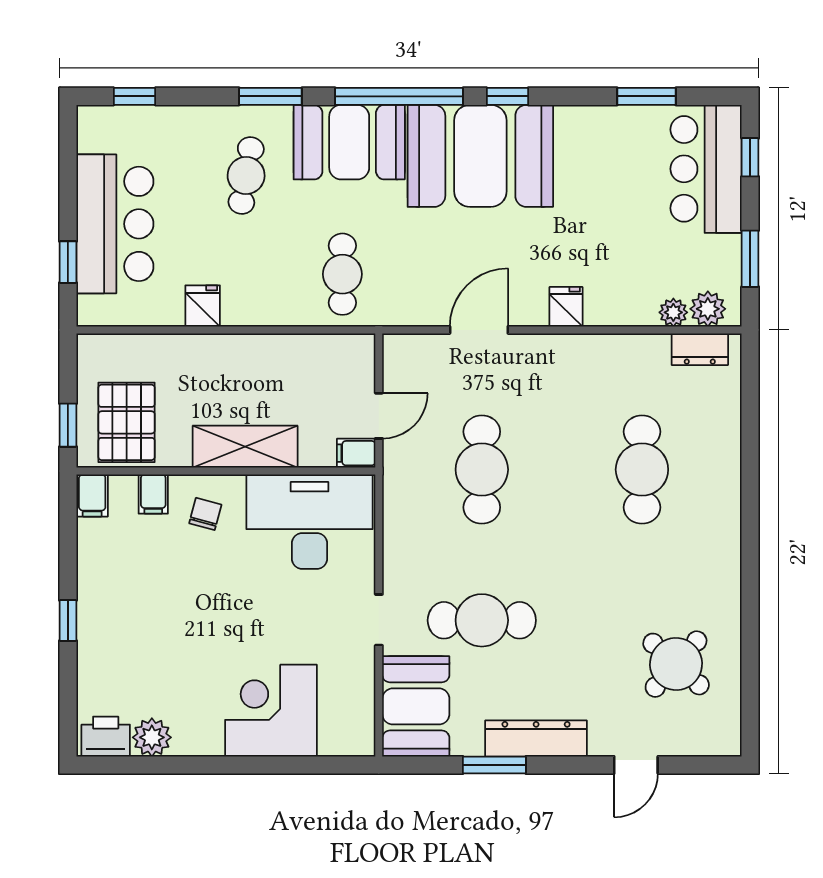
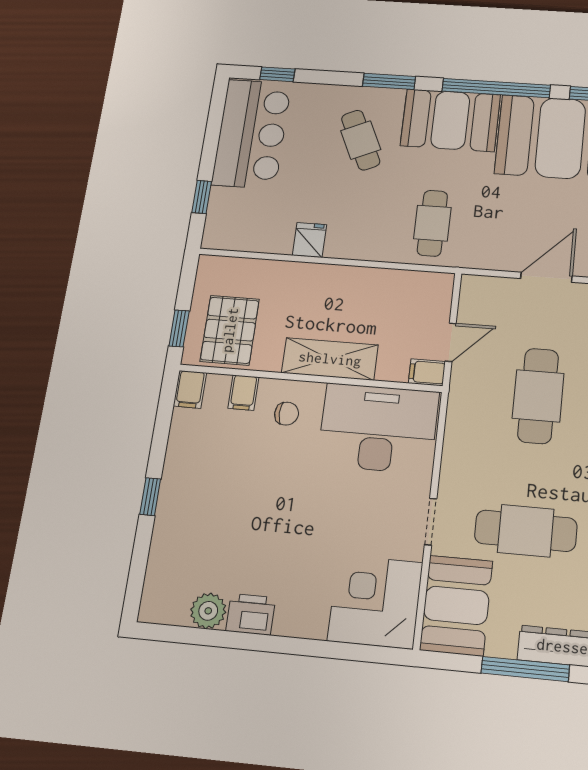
cafe table: (246, 175) -> (361, 140), turned -35
bar counter: (115, 224) -> (252, 134), moved
chair: (205, 514) -> (287, 414), turned 75
corner desk: (271, 711) -> (375, 602), moved
printer: (106, 737) -> (251, 614), moved
window: (494, 765) -> (525, 669), width x1.44

